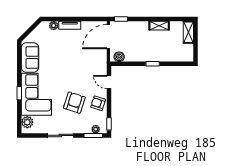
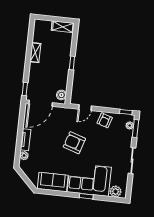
shelving: (188, 32) -> (63, 27), moved
door: (108, 37) -> (41, 103), hinge flipped
armchair: (74, 103) -> (74, 143), moved

